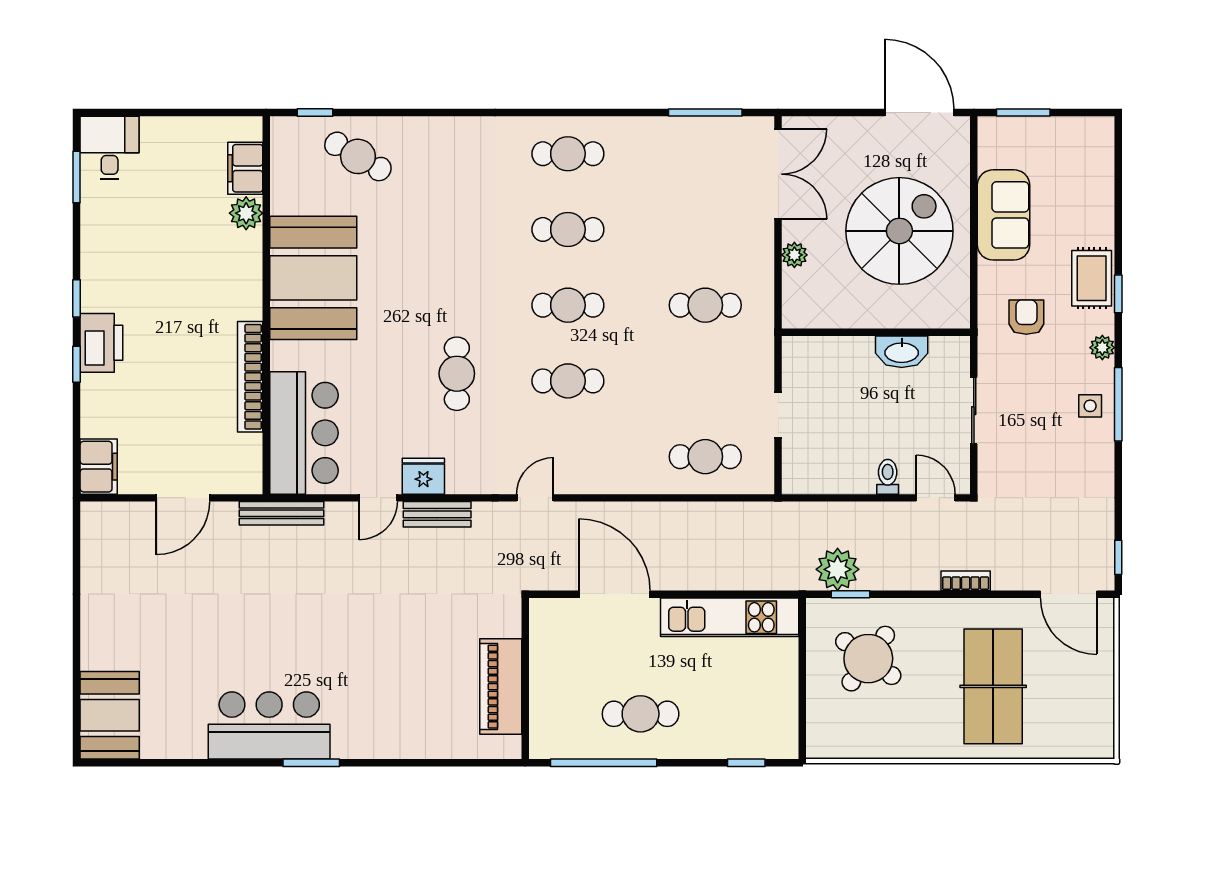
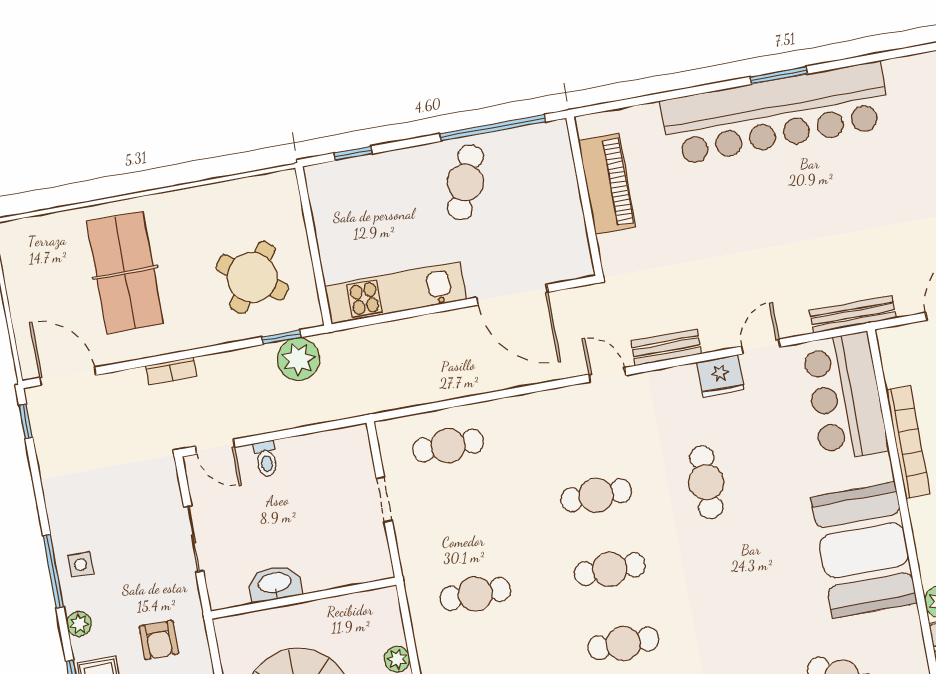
door: (535, 498) -> (607, 375), swing flipped
bench: (437, 514) -> (666, 347), moved
cafe table: (641, 714) -> (465, 182), turned -68
bar counter: (269, 725) -> (776, 114), width x1.86

